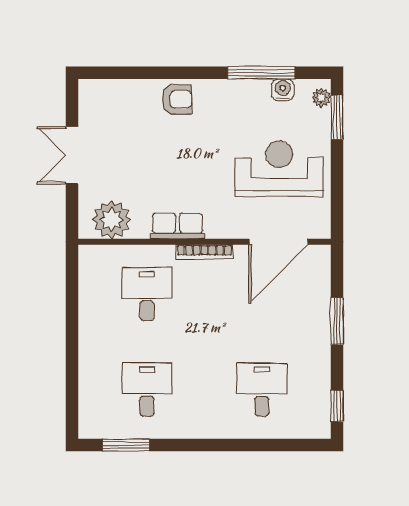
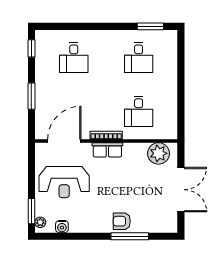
window: (261, 73) -> (130, 236), moved
double door: (72, 155) -> (181, 190), width x1.37
row of seats: (177, 226) -> (107, 150), moved

